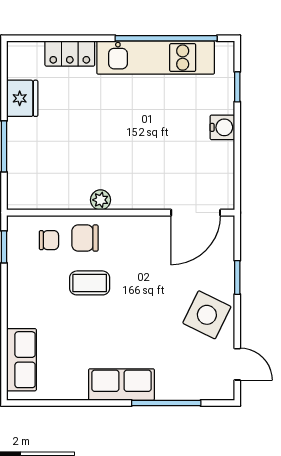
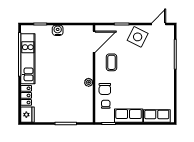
fridge: (22, 98) -> (27, 115), moved, turned 90
door: (196, 213) -> (94, 42), hinge flipped
coffee table: (90, 283) -> (112, 62), moved
row of seats: (121, 385) -> (129, 116), moved, turned 90

